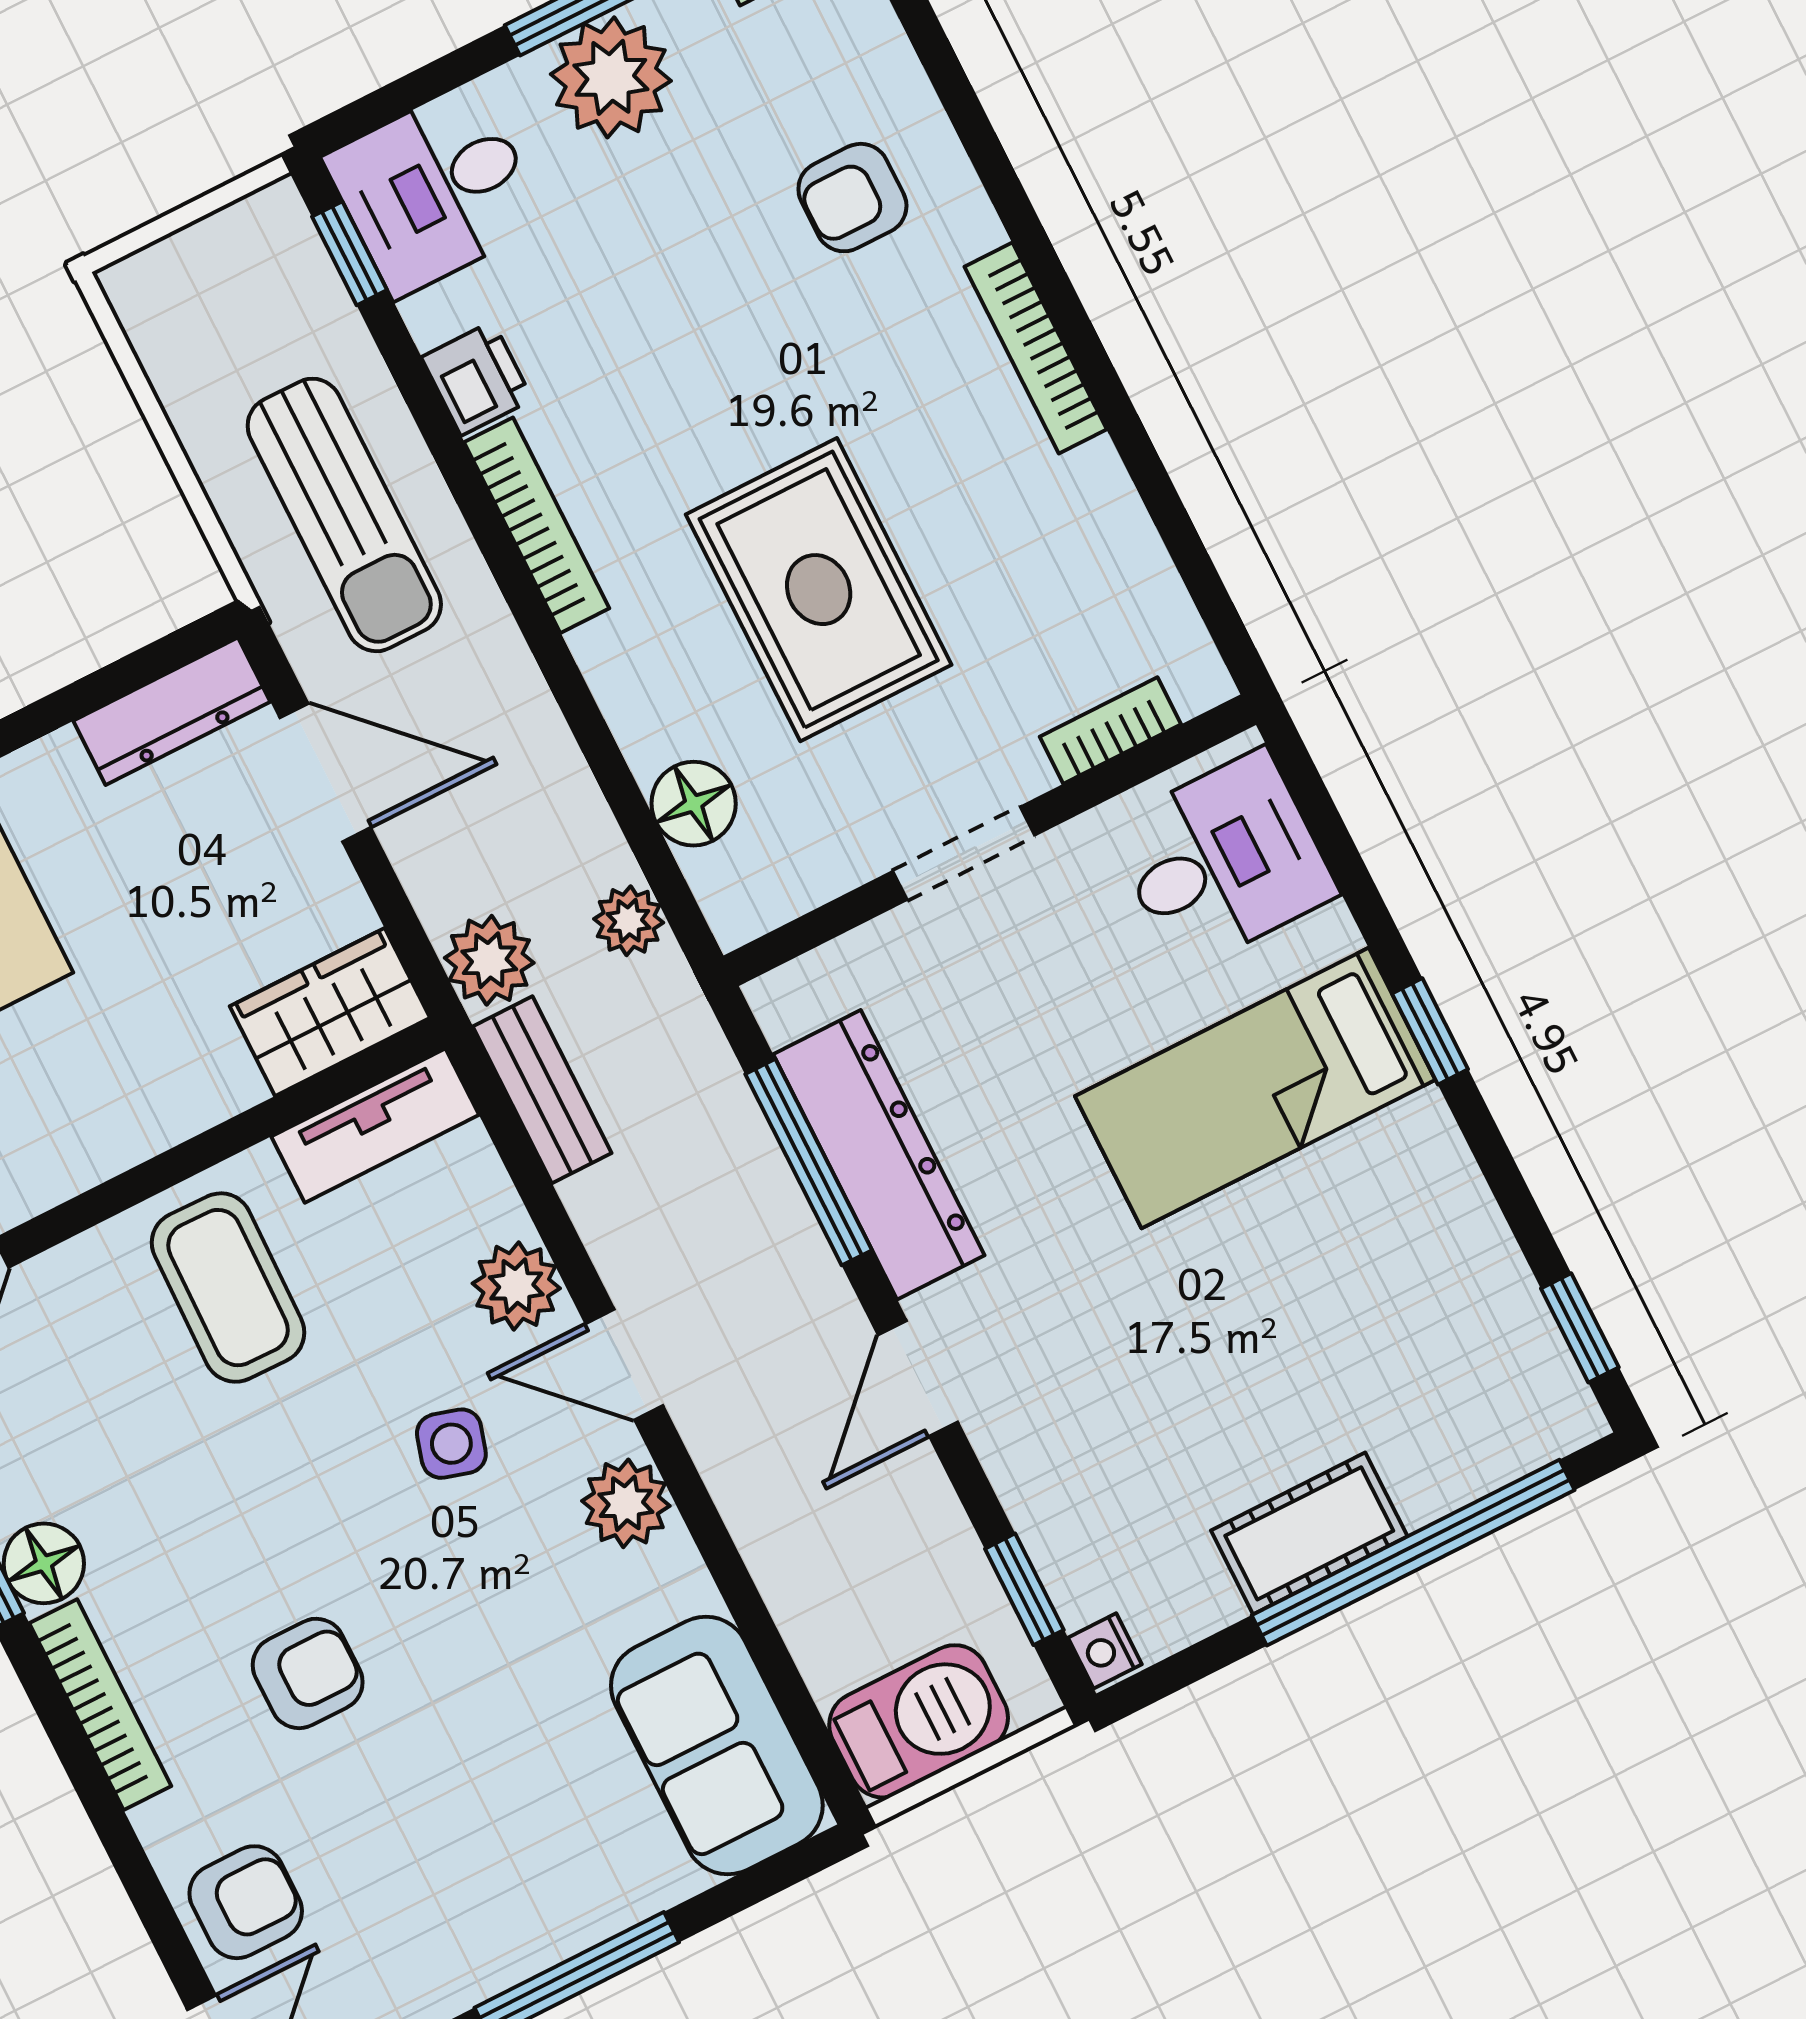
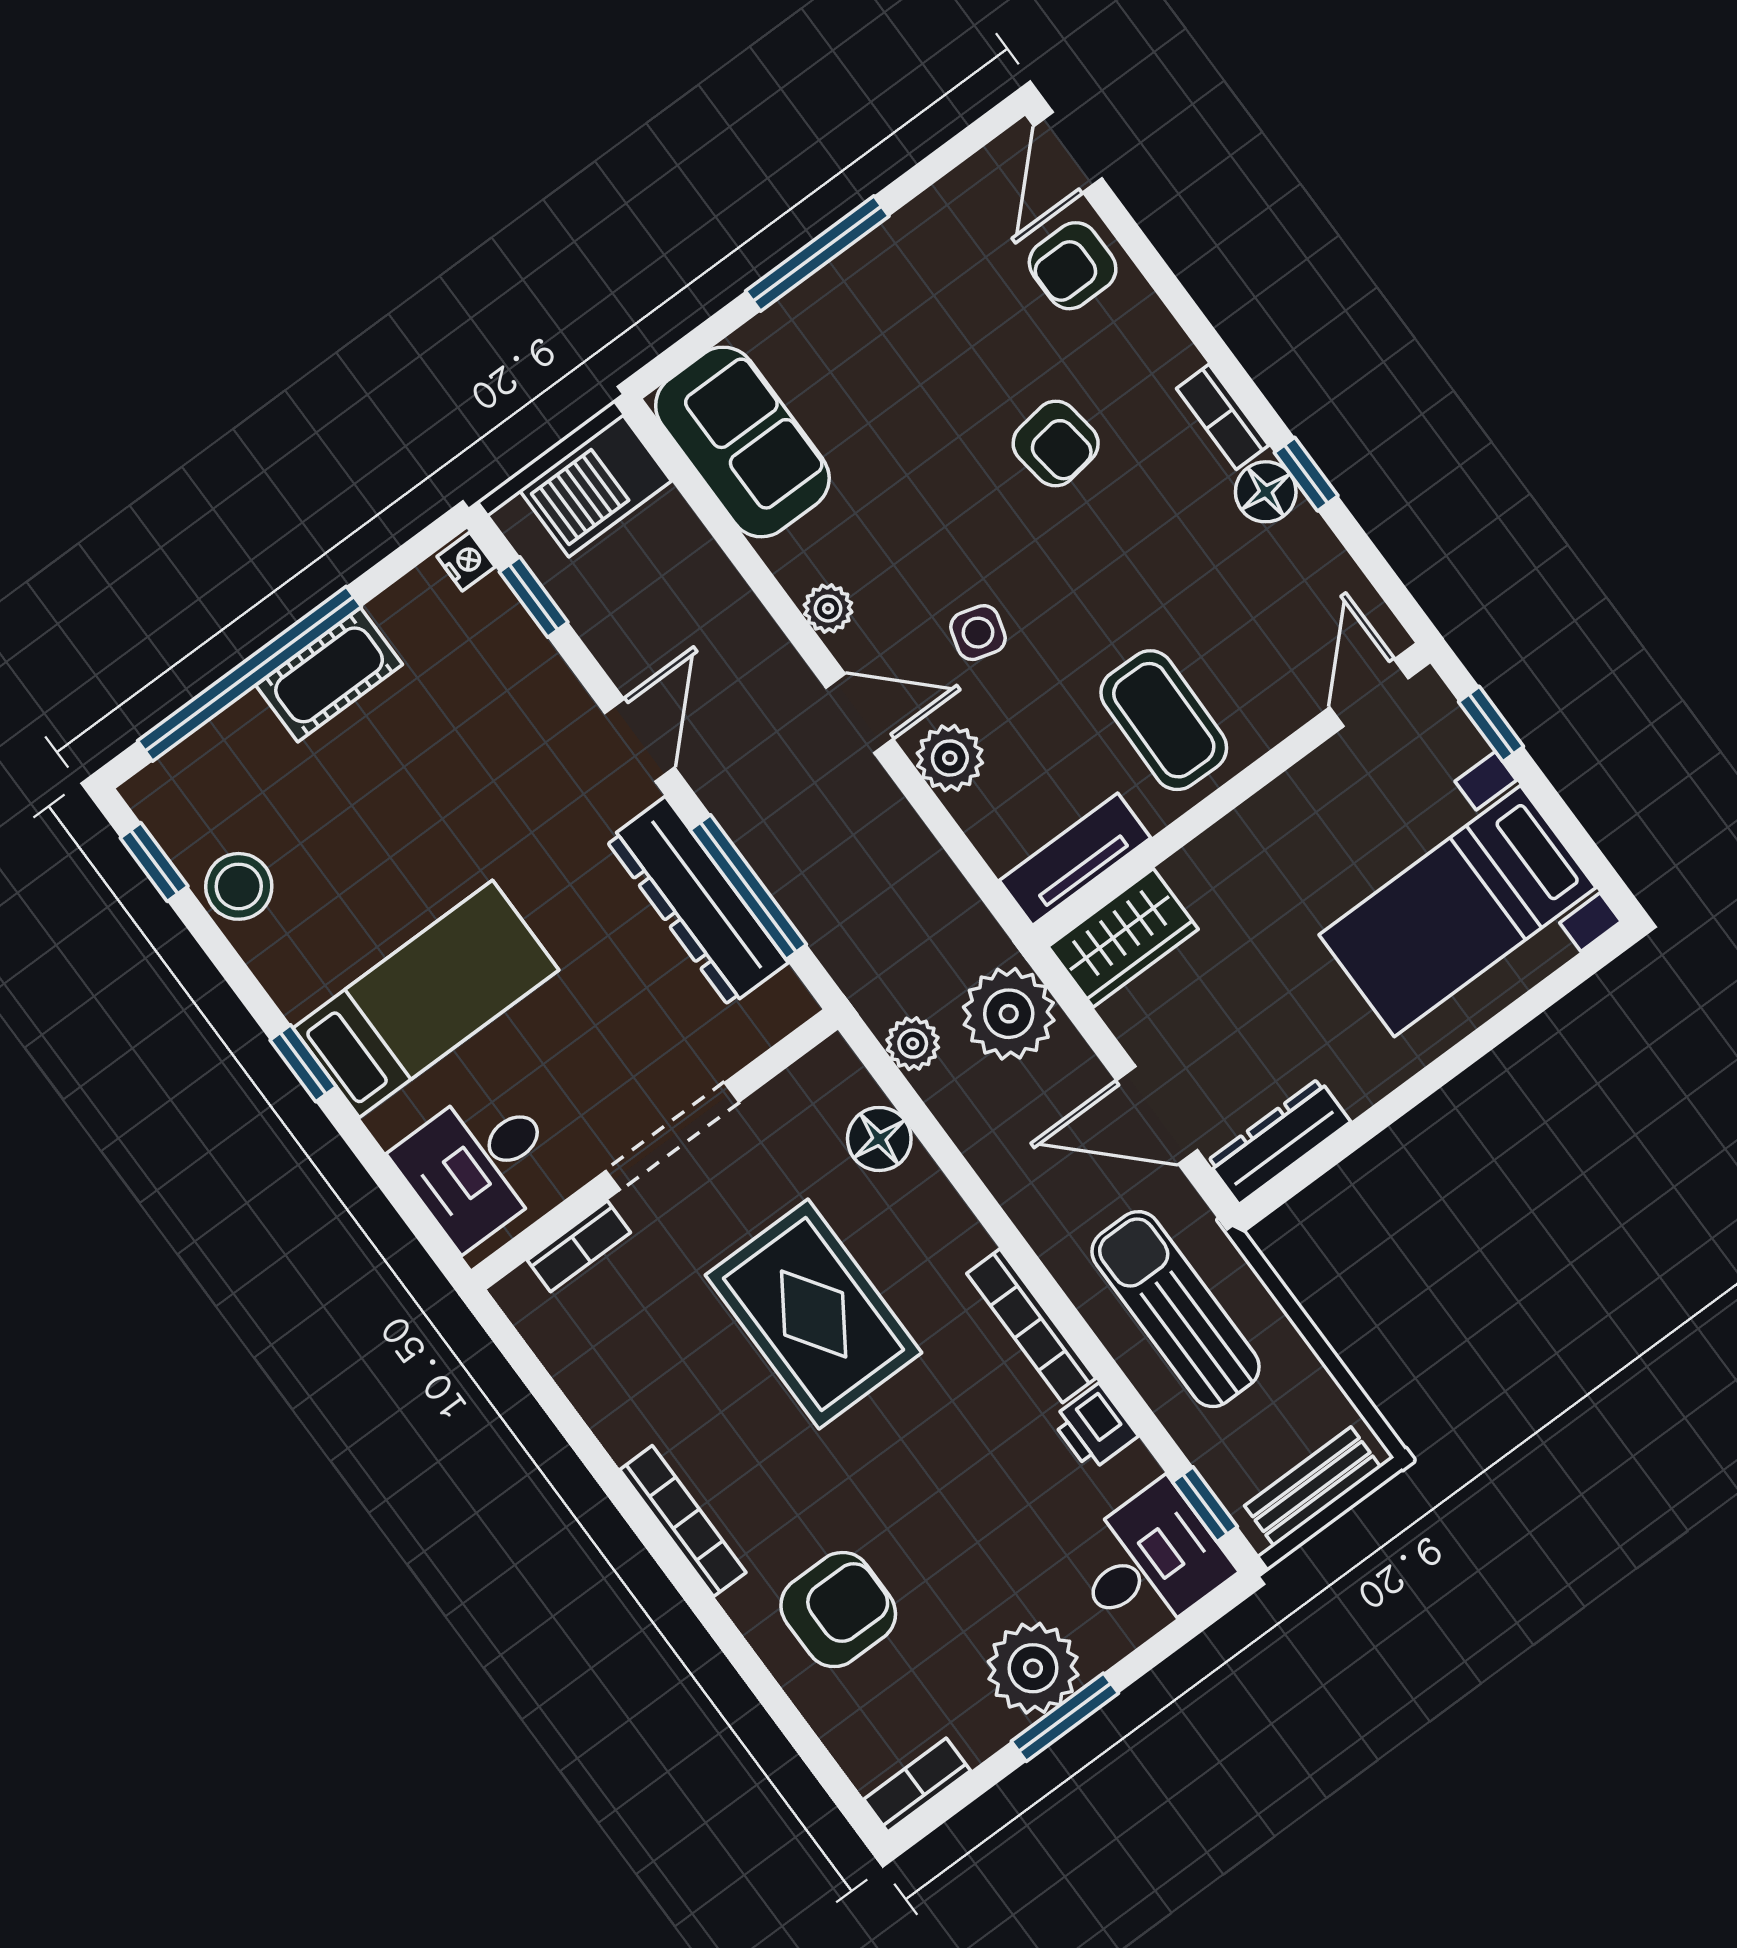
armchair: (852, 198) -> (838, 1610), width x1.38, depth x1.38
doorway: (964, 853) -> (672, 1136), width x1.38
plant: (489, 960) -> (1009, 1014), width x1.36, depth x1.36
bench: (542, 1090) -> (1313, 1486), moved, turned 90
stool: (1475, 1277) -> (239, 886), added
plant: (626, 1503) -> (828, 608), width x0.73, depth x0.73
armchair: (308, 1673) -> (1056, 443), turned -98
bookcase: (100, 1705) -> (1223, 417), width x0.64

